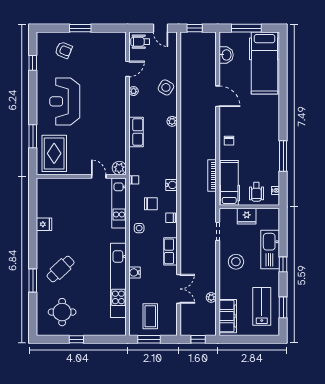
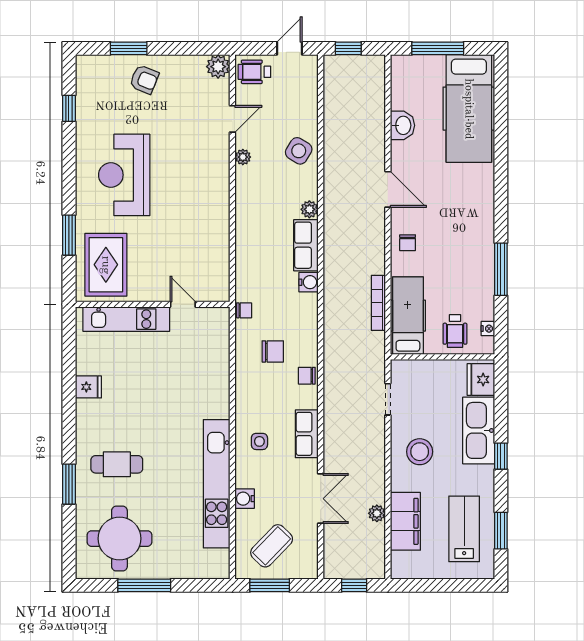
window: (80, 28) -> (129, 48), moved
door: (161, 28) -> (289, 48), swing flipped
armchair: (64, 50) -> (144, 79), moved
washbasin: (226, 55) -> (403, 125), moved
door: (218, 96) -> (388, 189), moved
row of seats: (136, 132) -> (306, 245), moved, turned 180
plant: (119, 168) -> (218, 67), moved
water cooler: (172, 185) -> (308, 282), moved
kitchen unit: (119, 203) -> (126, 319), moved, turned -90
fridge: (247, 216) -> (481, 380), moved, turned 90
side table: (139, 228) -> (259, 441), moved
cafe table: (61, 269) -> (117, 464), turned 43
water cooler: (135, 272) -> (245, 499), moved
round table: (62, 312) -> (119, 539), width x1.36, depth x1.36
coffee table: (150, 316) -> (272, 546), turned 44
filing cabinet: (228, 316) -> (405, 521), moved
window: (76, 339) -> (144, 585), width x2.17

